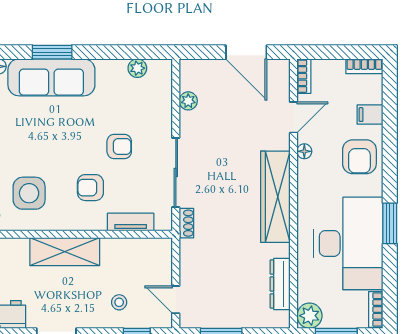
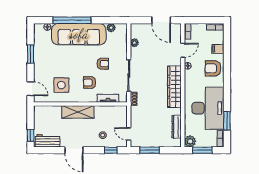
window: (52, 52) -> (72, 20), width x2.11
sofa: (51, 77) -> (79, 34), width x1.36, depth x1.27
armchair: (359, 157) -> (213, 68), turned 90
window: (390, 223) -> (227, 121), moved

